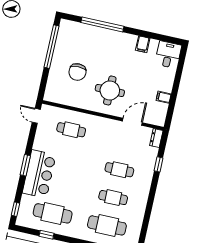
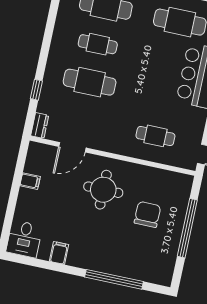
window: (52, 47) -> (187, 228), moved
cafe table: (119, 170) -> (90, 82), width x1.37, depth x1.35

